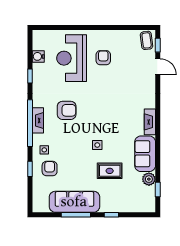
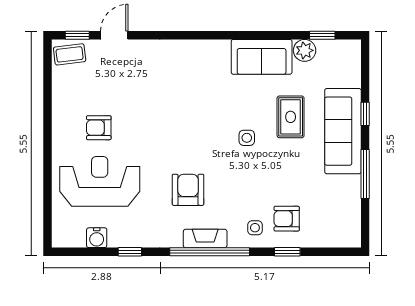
reception desk: (72, 58) -> (100, 181), turned 180
fireplace: (150, 122) -> (208, 49), removed
sofa: (74, 202) -> (343, 131), moved

